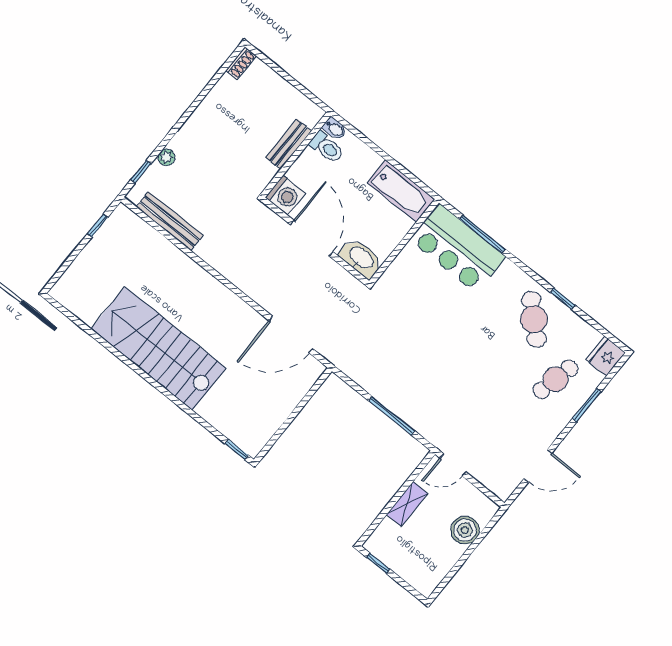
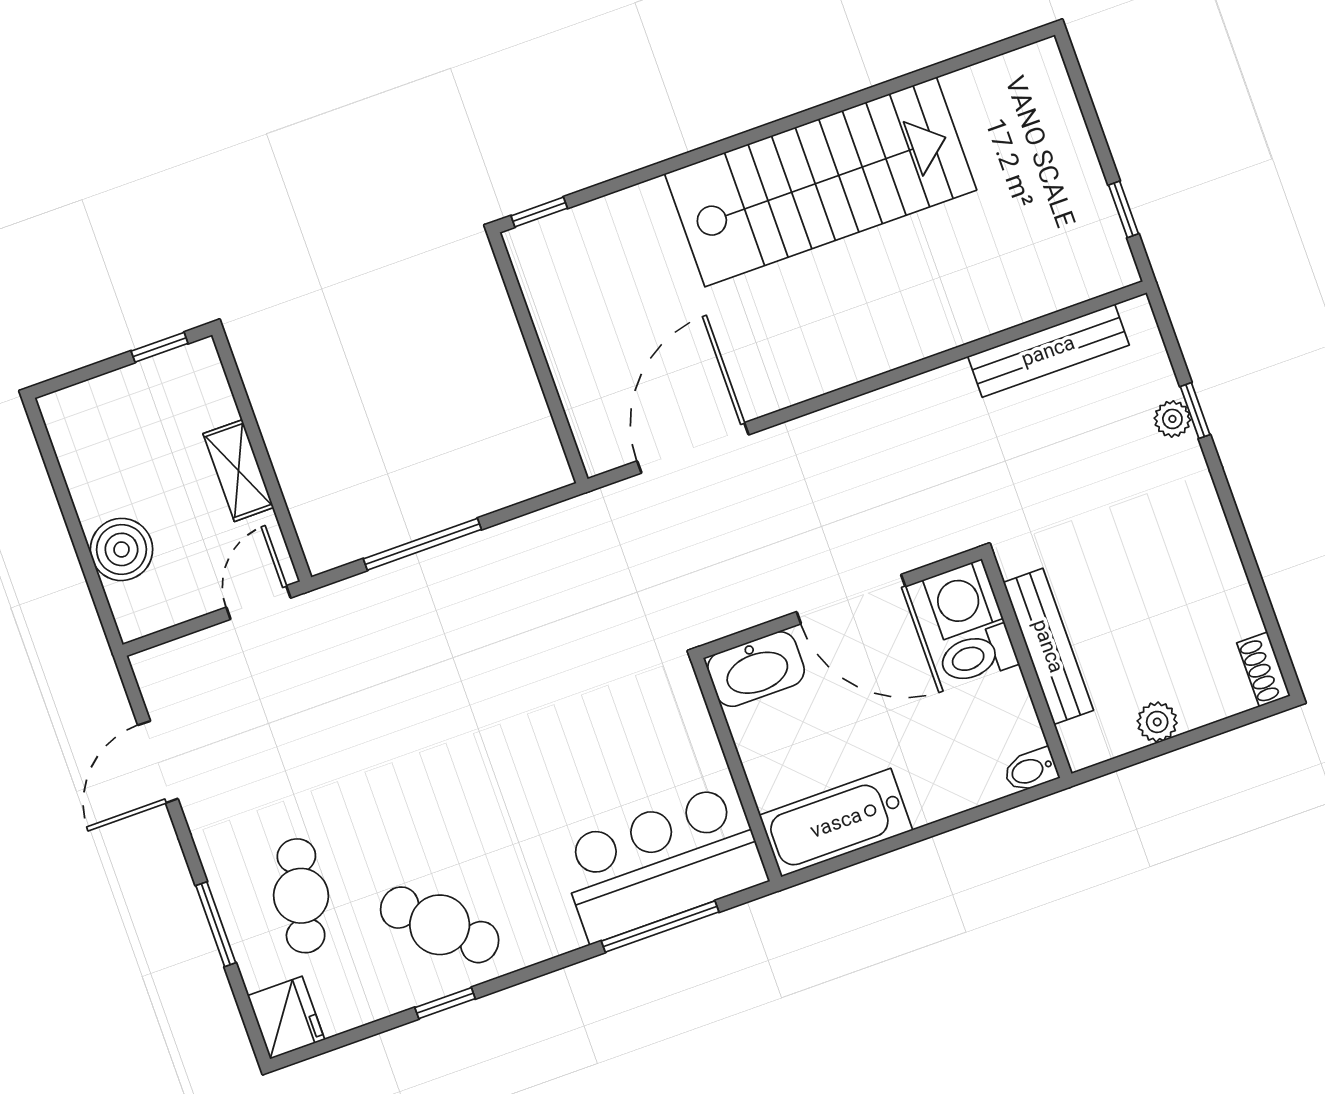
plant: (286, 92) -> (1157, 722), added
bench: (289, 144) -> (1048, 646), width x1.36
toilet: (327, 147) -> (978, 655), moved
window: (141, 172) -> (1195, 411), moved

